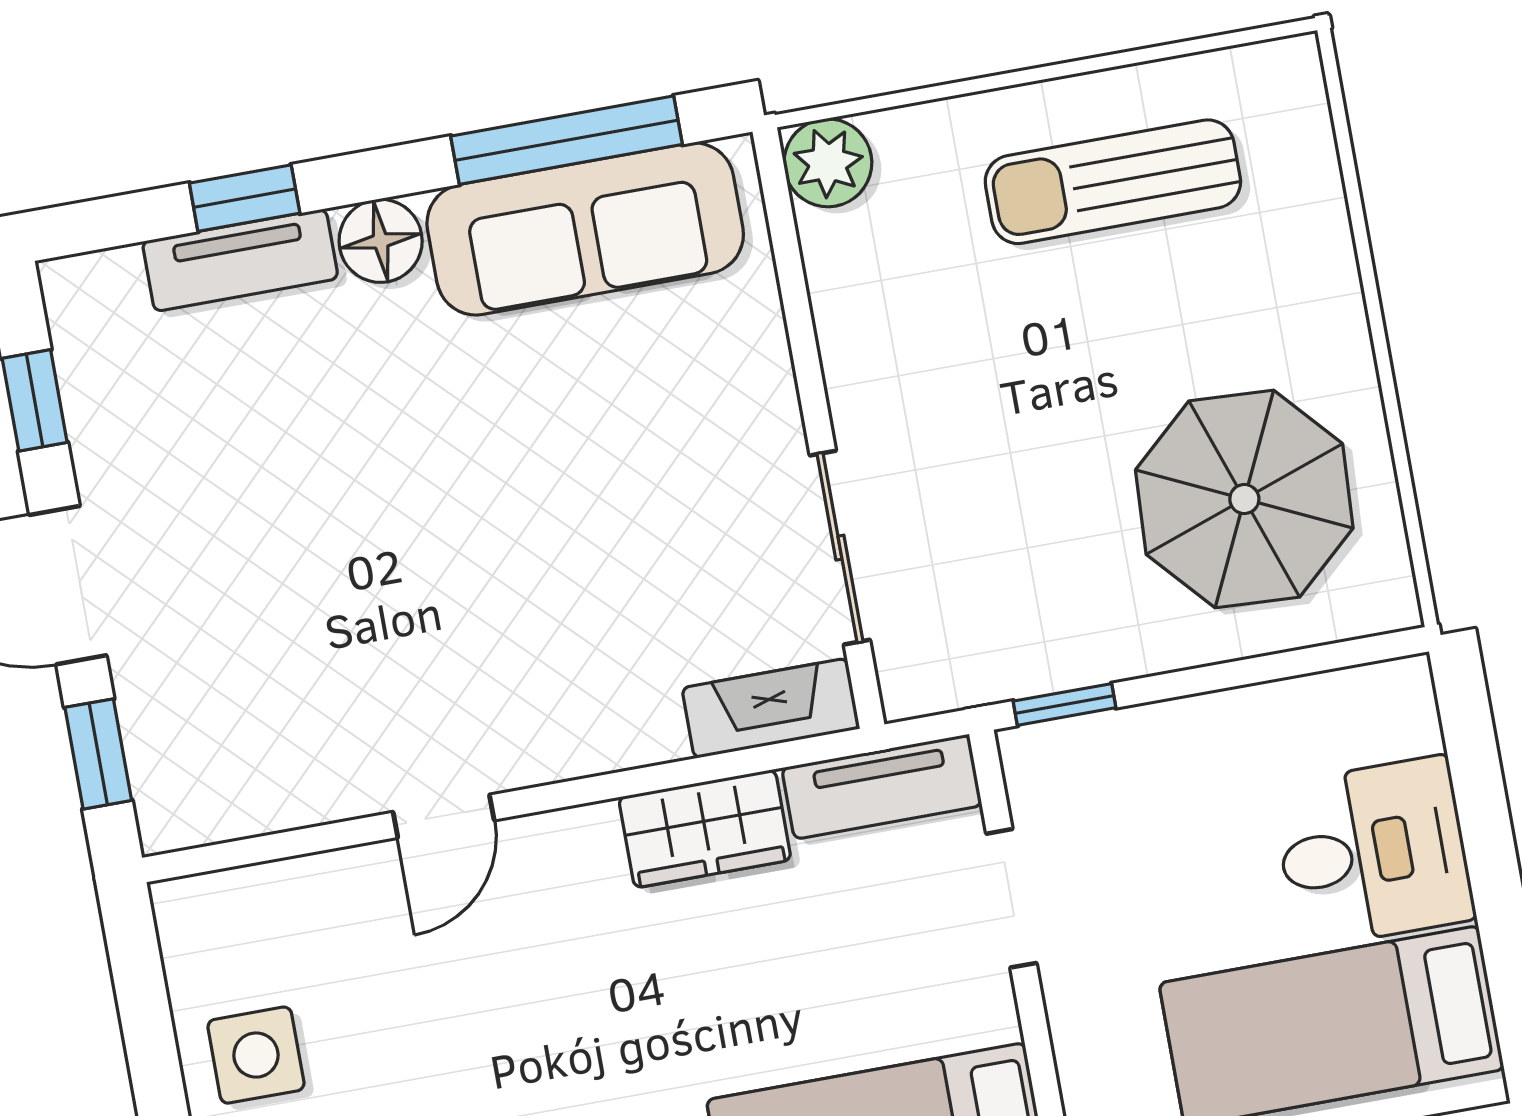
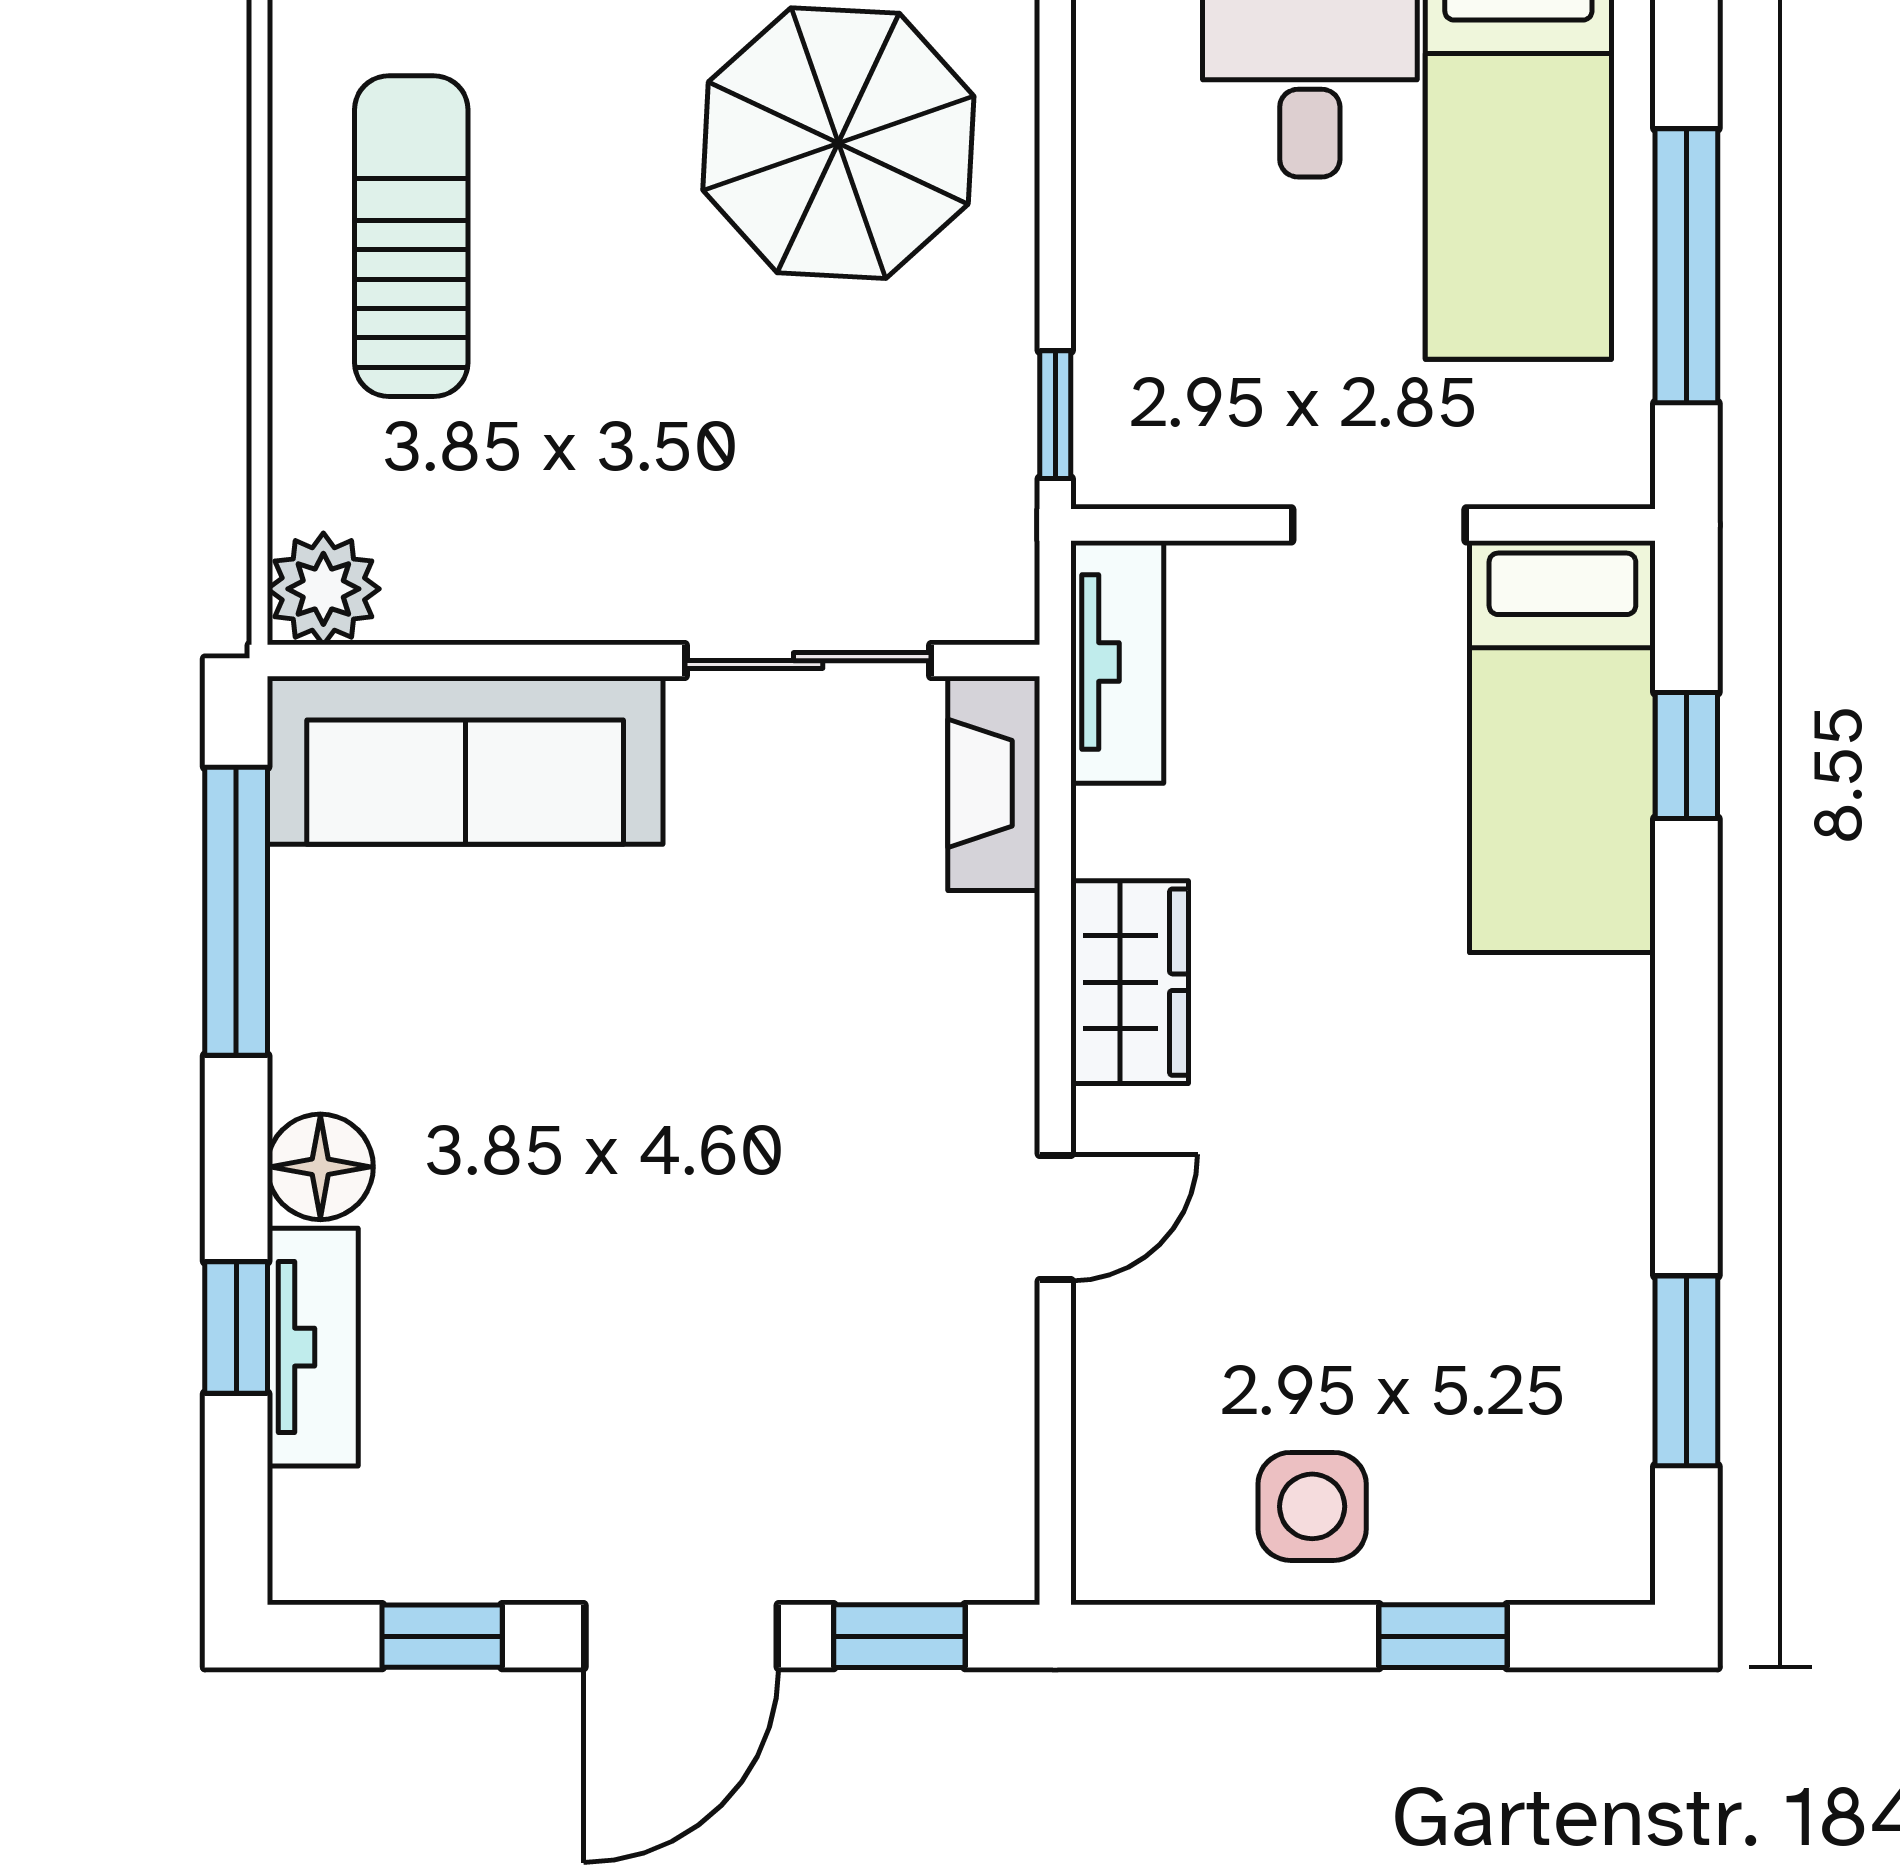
sun lounger: (1113, 182) -> (411, 236), turned 180
sofa: (585, 229) -> (465, 760), moved, turned 90
door: (444, 816) -> (1055, 1218), hinge flipped
wardrobe: (705, 829) -> (1130, 982), moved
doorway: (1011, 898) -> (1379, 525), moved

